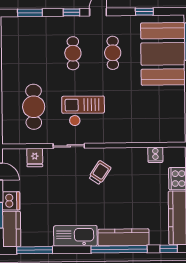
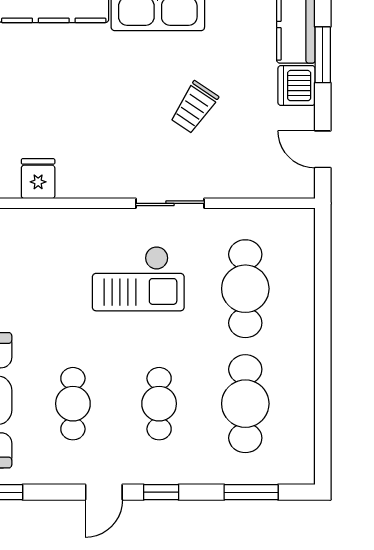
cafe table: (33, 54) -> (245, 404), added
fridge: (35, 158) -> (38, 179), moved
trolley: (100, 173) -> (194, 107), moved

